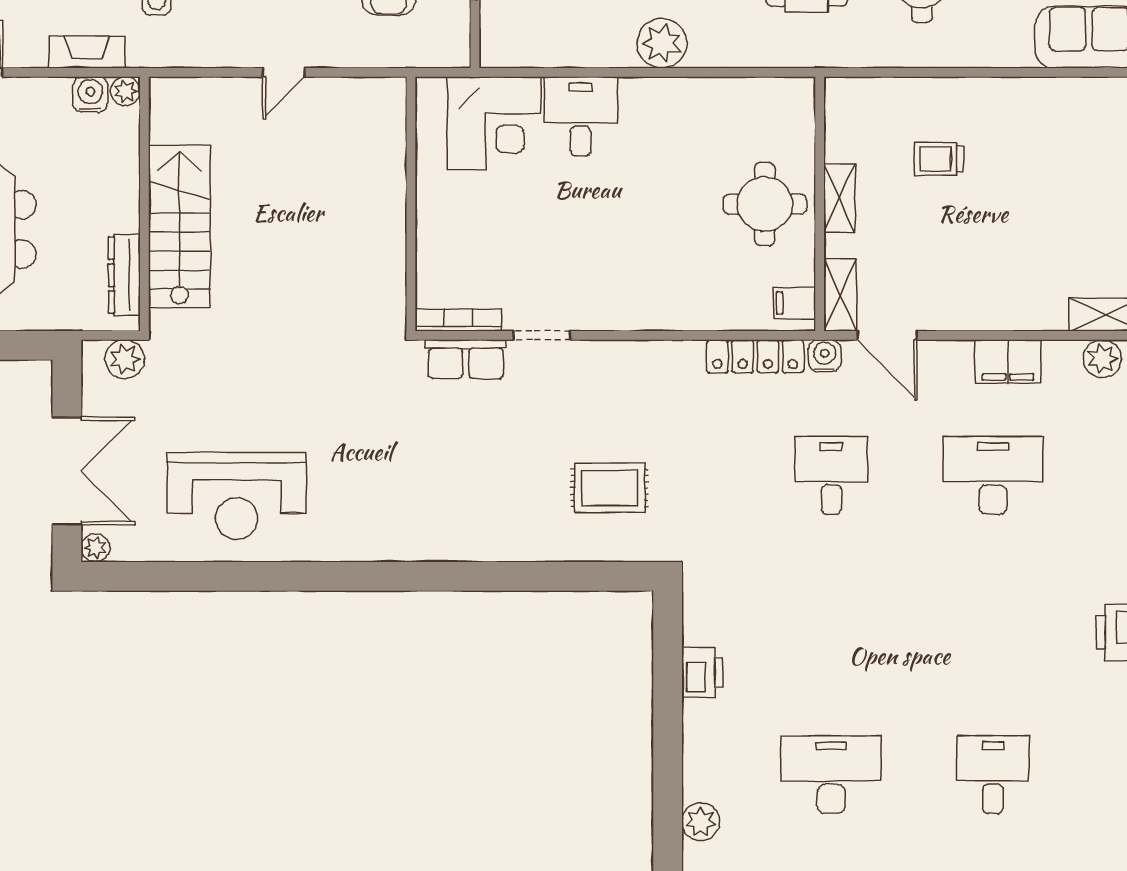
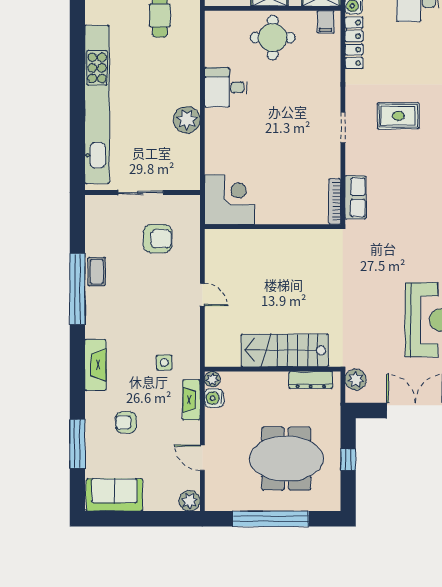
plant: (662, 43) -> (187, 120), moved
desk: (581, 116) -> (226, 87), moved
corner desk: (494, 123) -> (229, 200), moved
doorway: (542, 335) -> (343, 128), moved
rug: (610, 488) -> (398, 116), moved, turned 90

